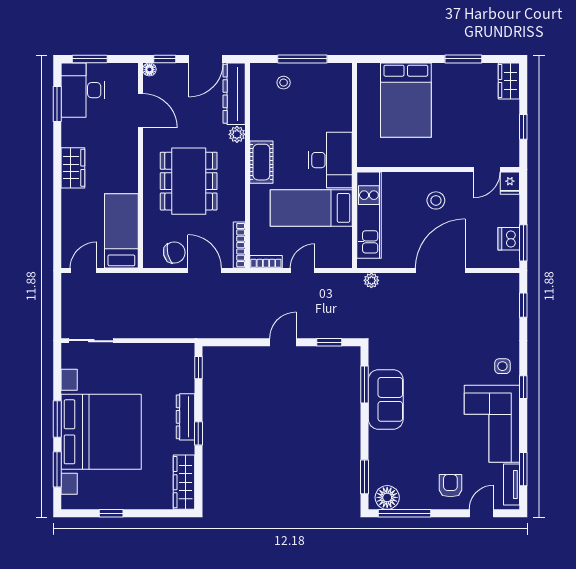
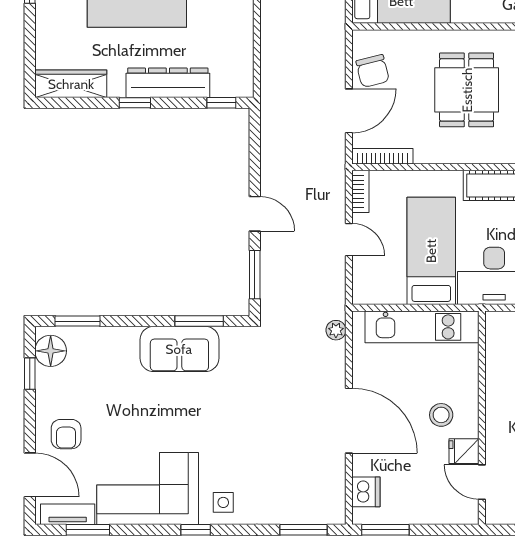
dining table: (189, 181) -> (467, 90), width x0.73
fridge: (510, 183) -> (464, 451), moved
dishwasher: (509, 239) -> (366, 492), moved, turned 90
window: (523, 305) -> (304, 530), width x1.50
window: (329, 342) -> (255, 275), width x1.50
dresser: (185, 417) -> (168, 83), width x1.37, depth x1.24
armchair: (450, 486) -> (66, 434), turned 90
window: (405, 513) -> (30, 374), width x0.46
door: (481, 513) -> (30, 475), width x1.38

